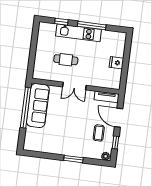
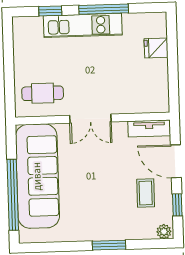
cafe table: (66, 60) -> (43, 93), moved
fridge: (116, 63) -> (156, 48), moved
sofa: (38, 105) -> (37, 176), width x1.36, depth x1.27
window: (26, 108) -> (13, 195), moved

